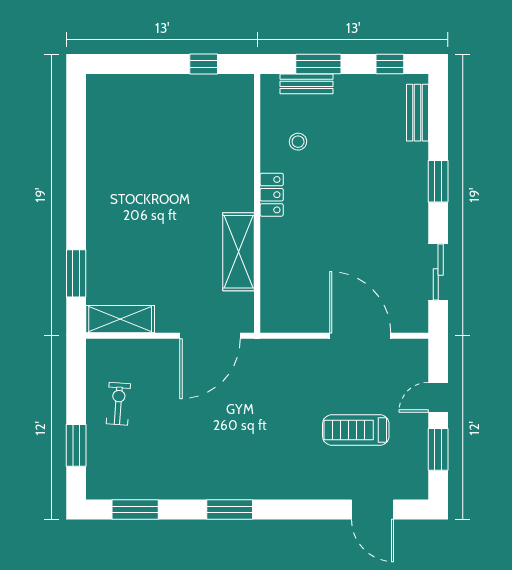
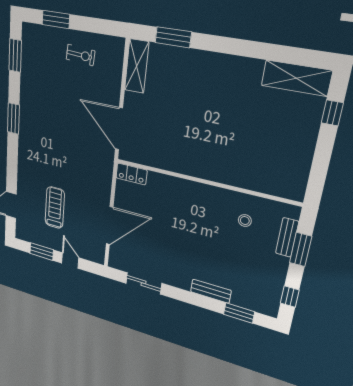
window: (204, 64) -> (332, 113), moved
bench: (417, 113) -> (211, 291), moved
window: (438, 181) -> (239, 313), moved
locker: (272, 195) -> (131, 174), moved
shelving: (239, 252) -> (296, 78), moved

